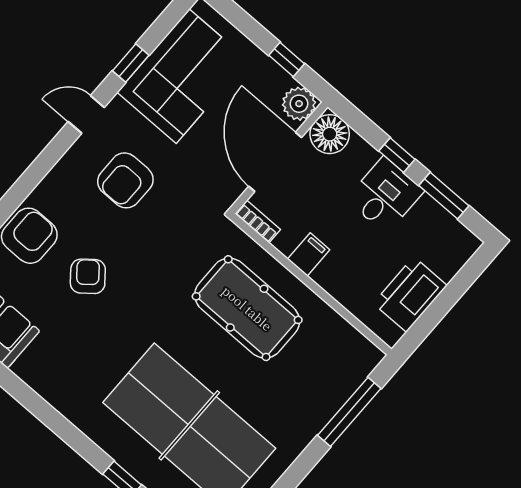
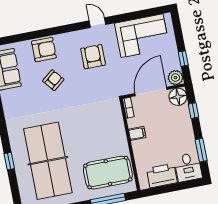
window: (131, 63) -> (127, 17), removed
window: (397, 155) -> (193, 111), moved
armchair: (125, 180) -> (93, 57), turned 90
desk: (385, 195) -> (188, 167), moved, turned 90
pool table: (247, 308) -> (108, 173), moved, turned 90

